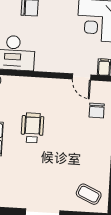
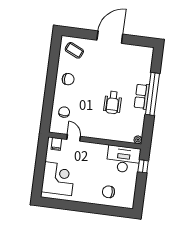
chair: (94, 155) -> (68, 79), added

